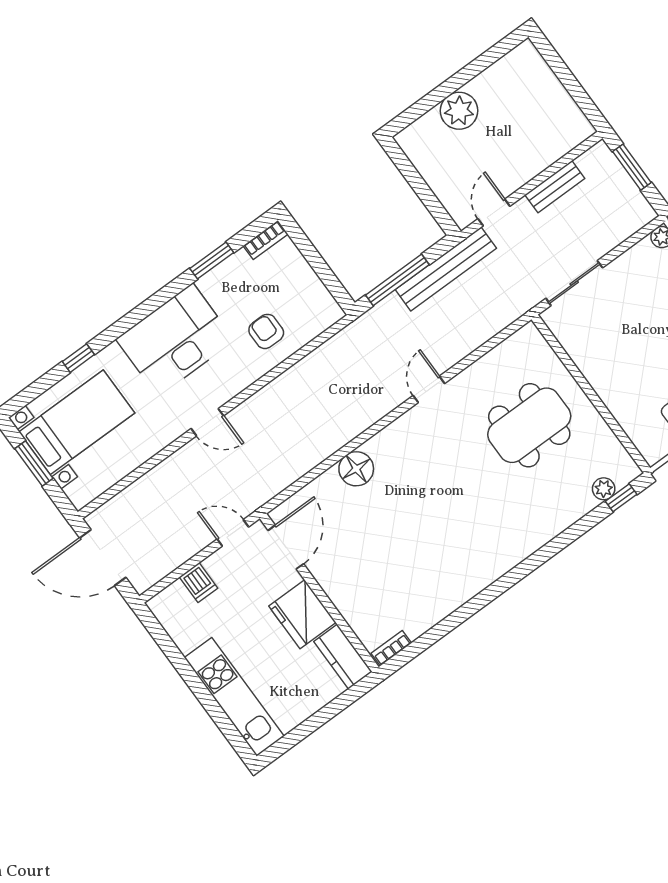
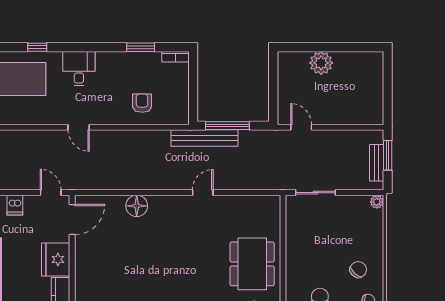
bench: (555, 187) -> (377, 163), moved, turned 90
door: (494, 212) -> (301, 127), hinge flipped
bench: (446, 269) -> (204, 138), moved
desk: (175, 340) -> (79, 69), width x0.53, depth x0.77
dining table: (529, 425) -> (252, 264), moved, turned 90

